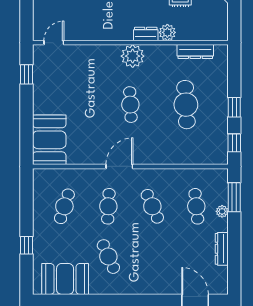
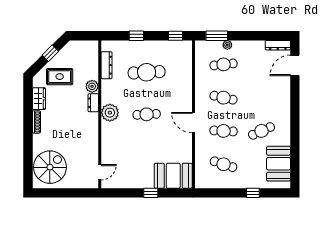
door: (54, 43) -> (100, 172), swing flipped
window: (26, 74) -> (151, 193), moved
window: (234, 107) -> (136, 36), moved
cafe table: (152, 206) -> (224, 98), turned 36
dresser: (222, 249) -> (278, 45), moved

